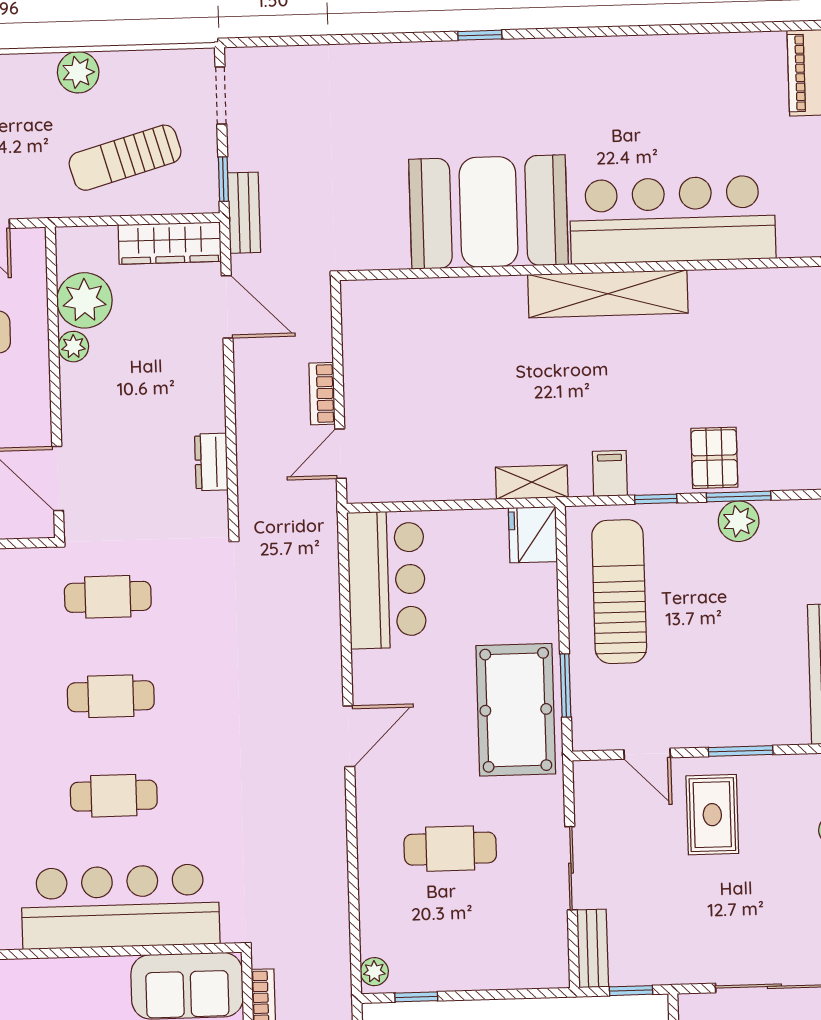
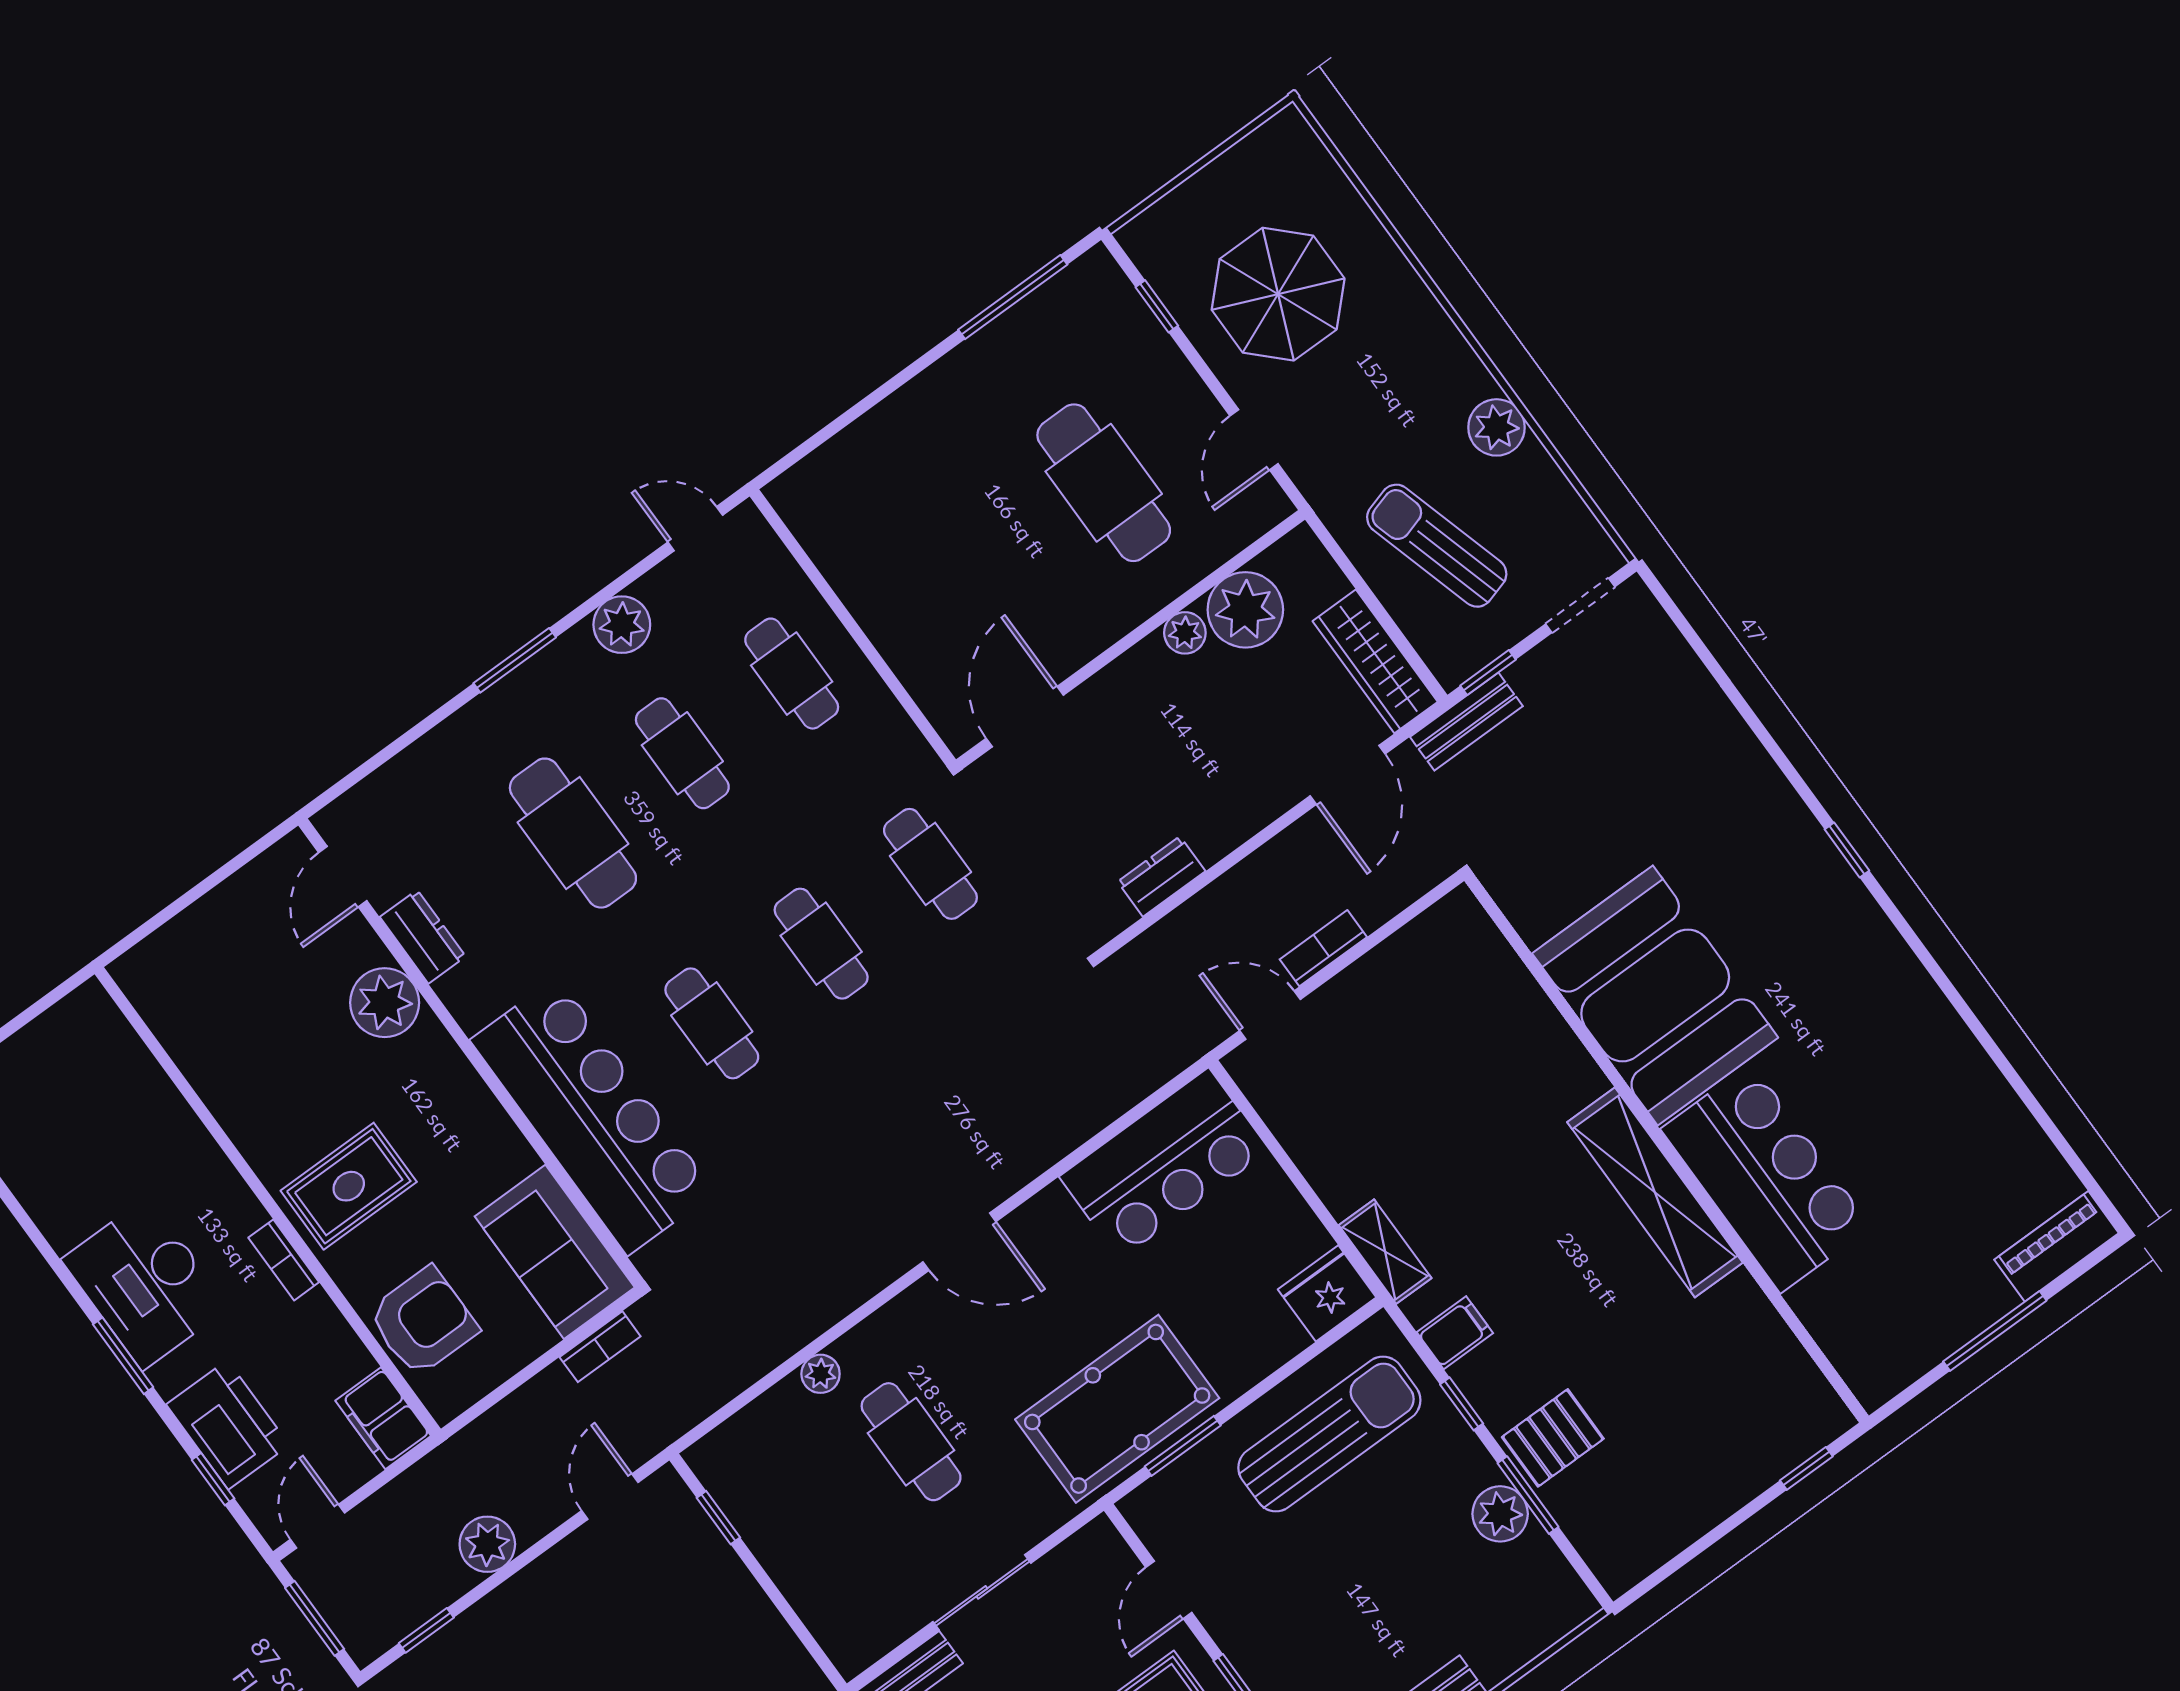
bar counter: (672, 220) -> (1766, 1178), width x0.73
plant: (374, 972) -> (821, 1374), moved

